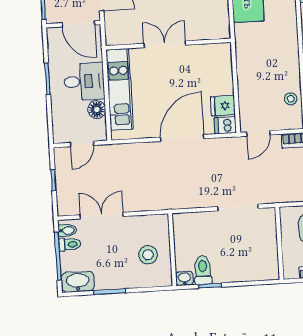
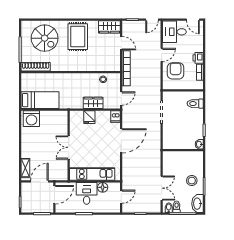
wardrobe: (247, 83) -> (93, 103), added
fridge: (223, 106) -> (89, 117), moved
door: (258, 133) -> (121, 98), hinge flipped
door: (182, 138) -> (121, 141), swing flipped
door: (82, 144) -> (121, 197), hinge flipped
double door: (102, 216) -> (162, 188), swing flipped
stool: (148, 255) -> (192, 181), moved
toilet: (203, 270) -> (195, 104), moved

